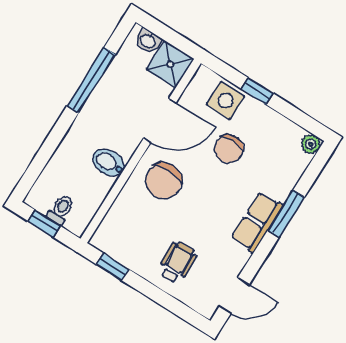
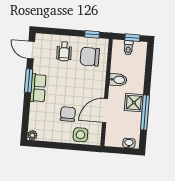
shower: (170, 64) -> (134, 103), moved
window: (257, 91) -> (69, 146), removed
chair: (164, 181) -> (90, 57), moved, turned -90
window: (286, 214) -> (29, 81), moved
door: (234, 295) -> (31, 50), hinge flipped

